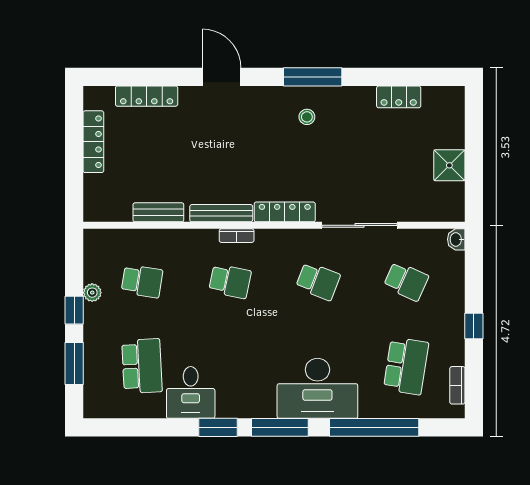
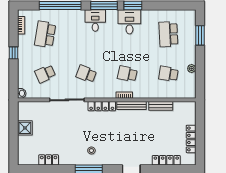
school desk: (406, 281) -> (45, 74), turned -48
window: (74, 310) -> (200, 60), removed
desk: (317, 388) -> (95, 21), width x0.53, depth x0.77
desk: (191, 392) -> (129, 22), moved

